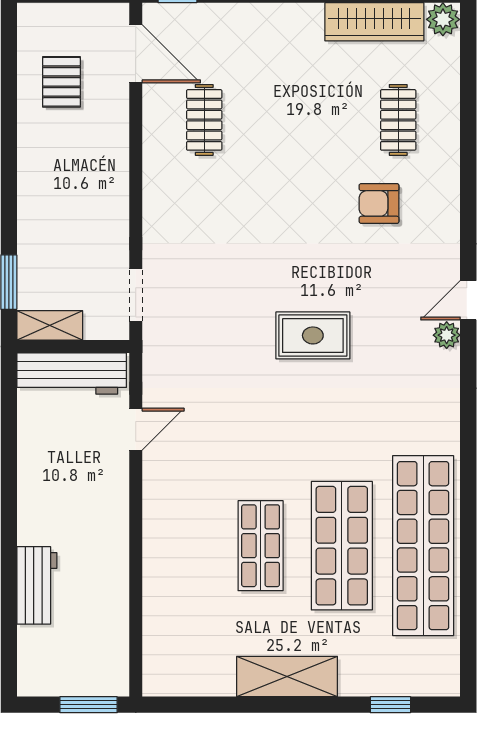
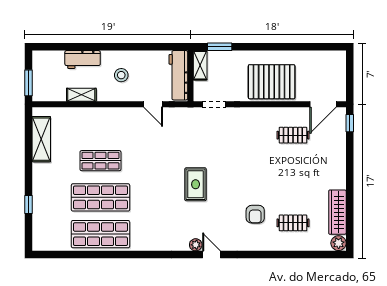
pallet: (61, 82) -> (272, 82), moved, width x2.05, depth x2.00
armchair: (379, 203) -> (255, 214), turned 180
stool: (71, 500) -> (121, 75), added
shop shelf: (423, 546) -> (100, 234), width x0.71
shelving: (115, 588) -> (81, 95), added
shelving: (287, 677) -> (41, 139), moved
window: (390, 705) -> (29, 205), moved

